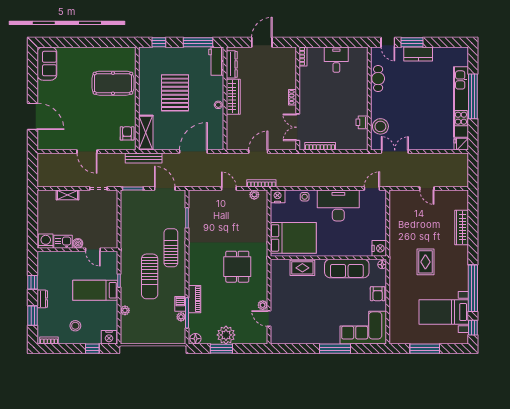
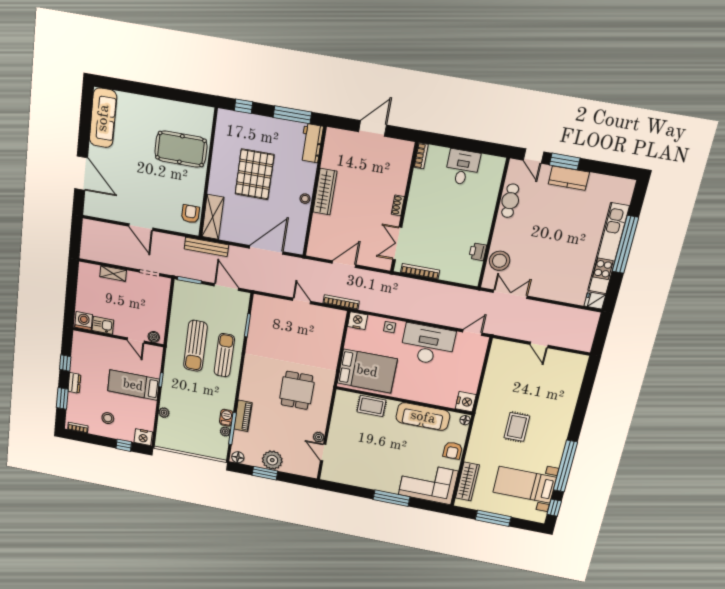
sofa: (47, 64) -> (103, 118), width x1.36
dresser: (232, 64) -> (330, 151), removed
plant: (254, 195) -> (330, 314), removed
wardrobe: (462, 227) -> (467, 481), moved, turned 180
boiler: (78, 243) -> (154, 337), moved
sun lounger: (150, 276) -> (195, 346), moved

